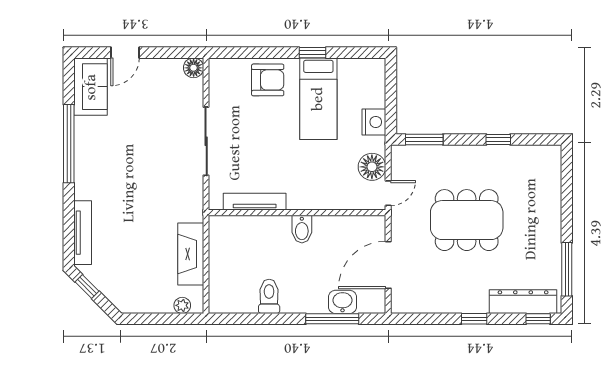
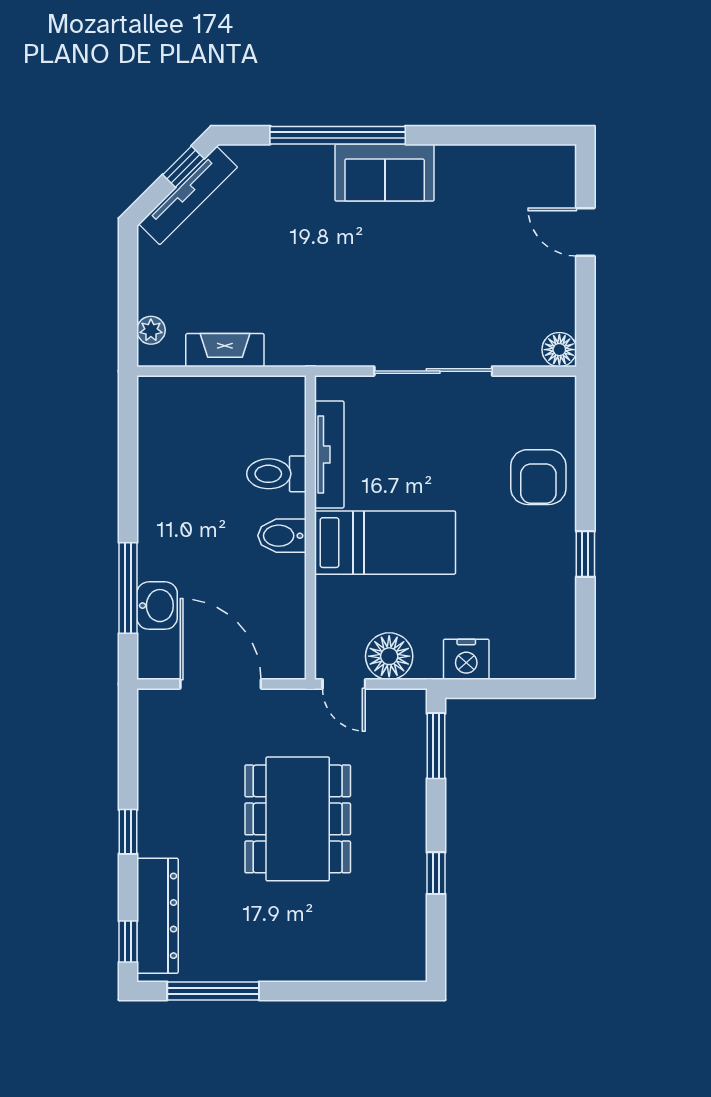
sofa: (91, 87) -> (385, 173), moved
bed: (318, 99) -> (385, 543), moved, turned 180
window: (69, 144) -> (338, 135), moved
tv unit: (83, 233) -> (188, 196), moved, turned -45
fireplace: (191, 254) -> (225, 350), width x0.73, depth x0.76
toilet: (269, 296) -> (277, 474), moved, turned 180

